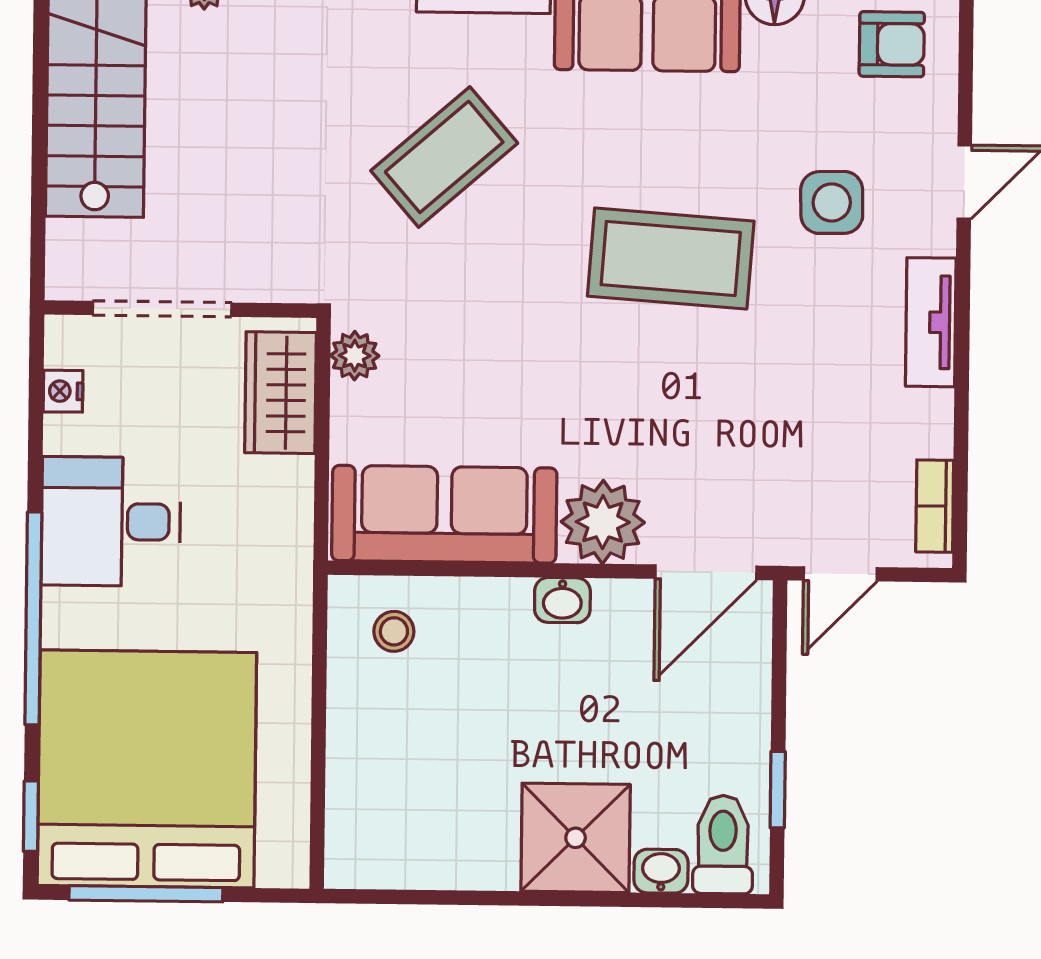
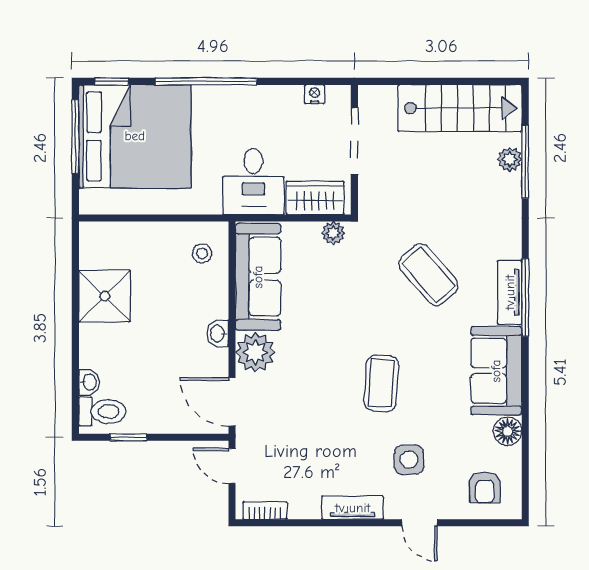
coffee table: (671, 259) -> (381, 383), width x0.73, depth x0.76
desk: (111, 521) -> (253, 182), moved, turned 180
shower: (576, 838) -> (105, 296), moved

